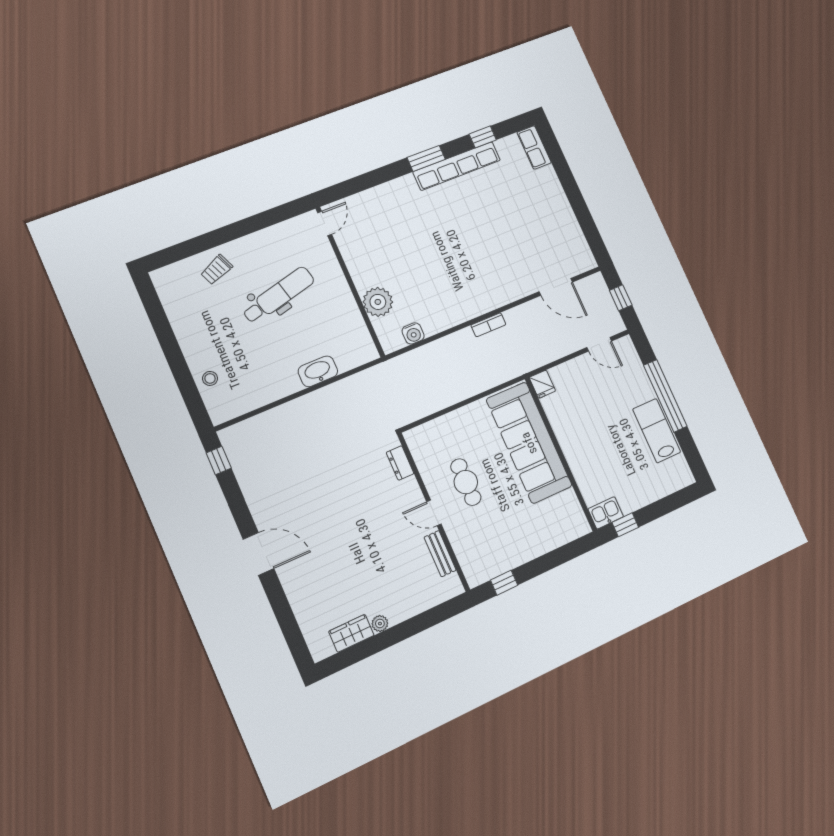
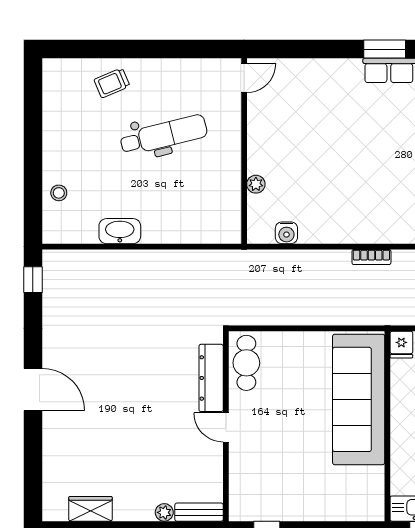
plant: (378, 302) -> (256, 184), width x0.53, depth x0.53
washbasin: (318, 371) -> (120, 231), moved
dresser: (400, 463) -> (211, 378), width x1.96, depth x1.24
cafe table: (466, 482) -> (246, 363), moved
bench: (440, 554) -> (199, 512), moved, turned 90
plant: (380, 624) -> (164, 512), moved

